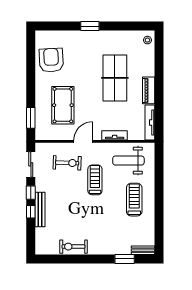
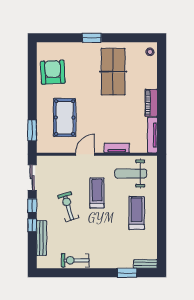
table tennis table: (115, 78) -> (113, 72), moved
exercise bike: (67, 163) -> (68, 207), moved, turned -109
bench: (40, 209) -> (42, 238), moved

